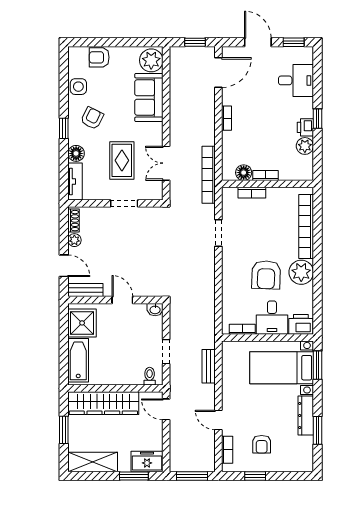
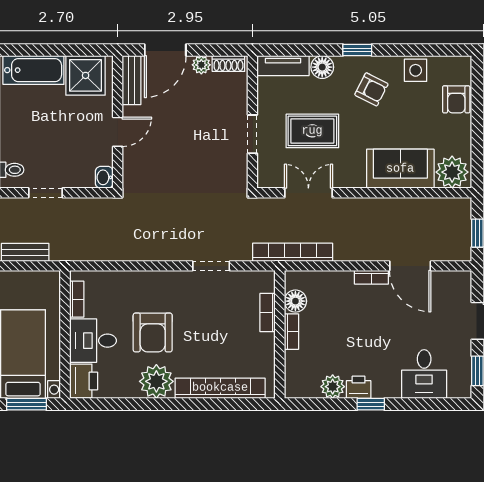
armchair: (99, 57) -> (456, 99), turned 180
door: (218, 73) -> (410, 266), moved
door: (64, 266) -> (165, 50), width x1.38
armchair: (266, 275) -> (153, 332), turned -92

